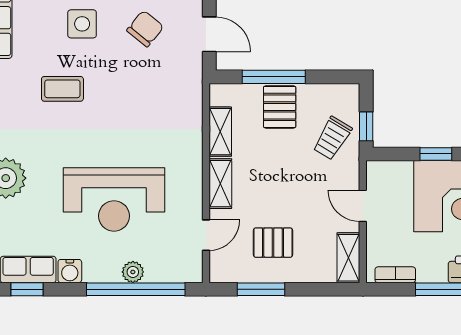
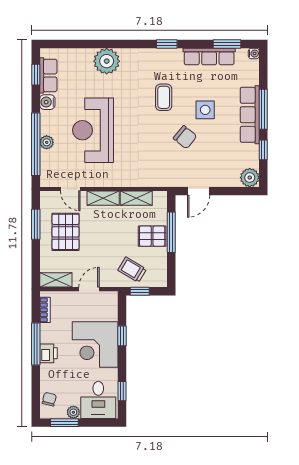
chair: (145, 29) -> (185, 137), moved
pallet: (273, 243) -> (66, 232), width x1.50, depth x1.42

